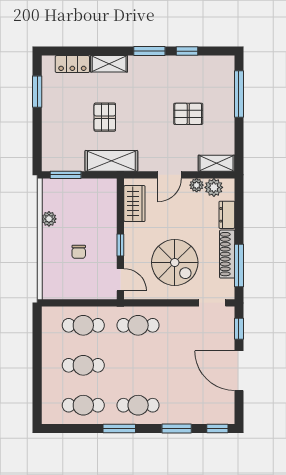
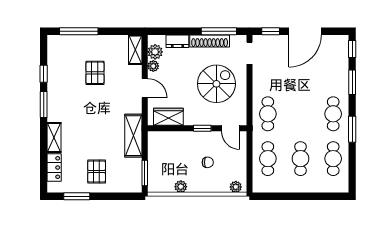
pallet: (105, 117) -> (97, 172), moved, turned 90
door: (120, 280) -> (231, 128), swing flipped
plant: (49, 286) -> (236, 187), added

